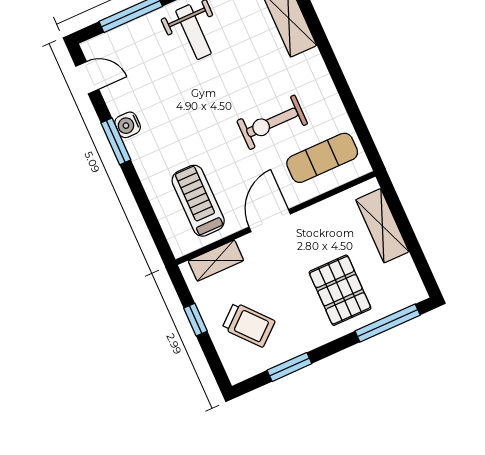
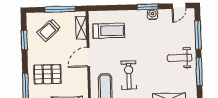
door: (270, 221) -> (88, 57), swing flipped
window: (196, 320) -> (60, 9), width x2.17

